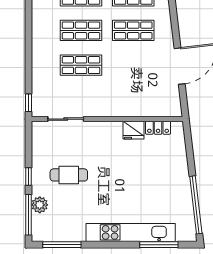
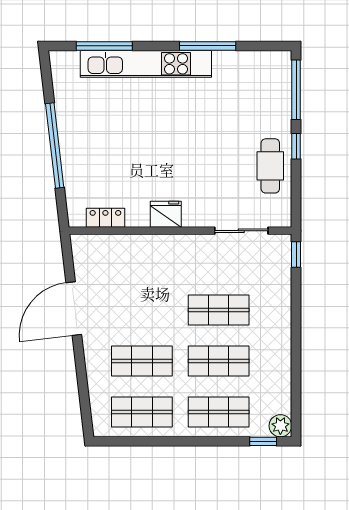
fridge: (133, 130) -> (166, 214), moved
cafe table: (69, 175) -> (270, 166), moved, turned 90
plant: (40, 205) -> (280, 105), removed
window: (196, 205) -> (55, 146), moved
window: (62, 245) -> (208, 46), moved

